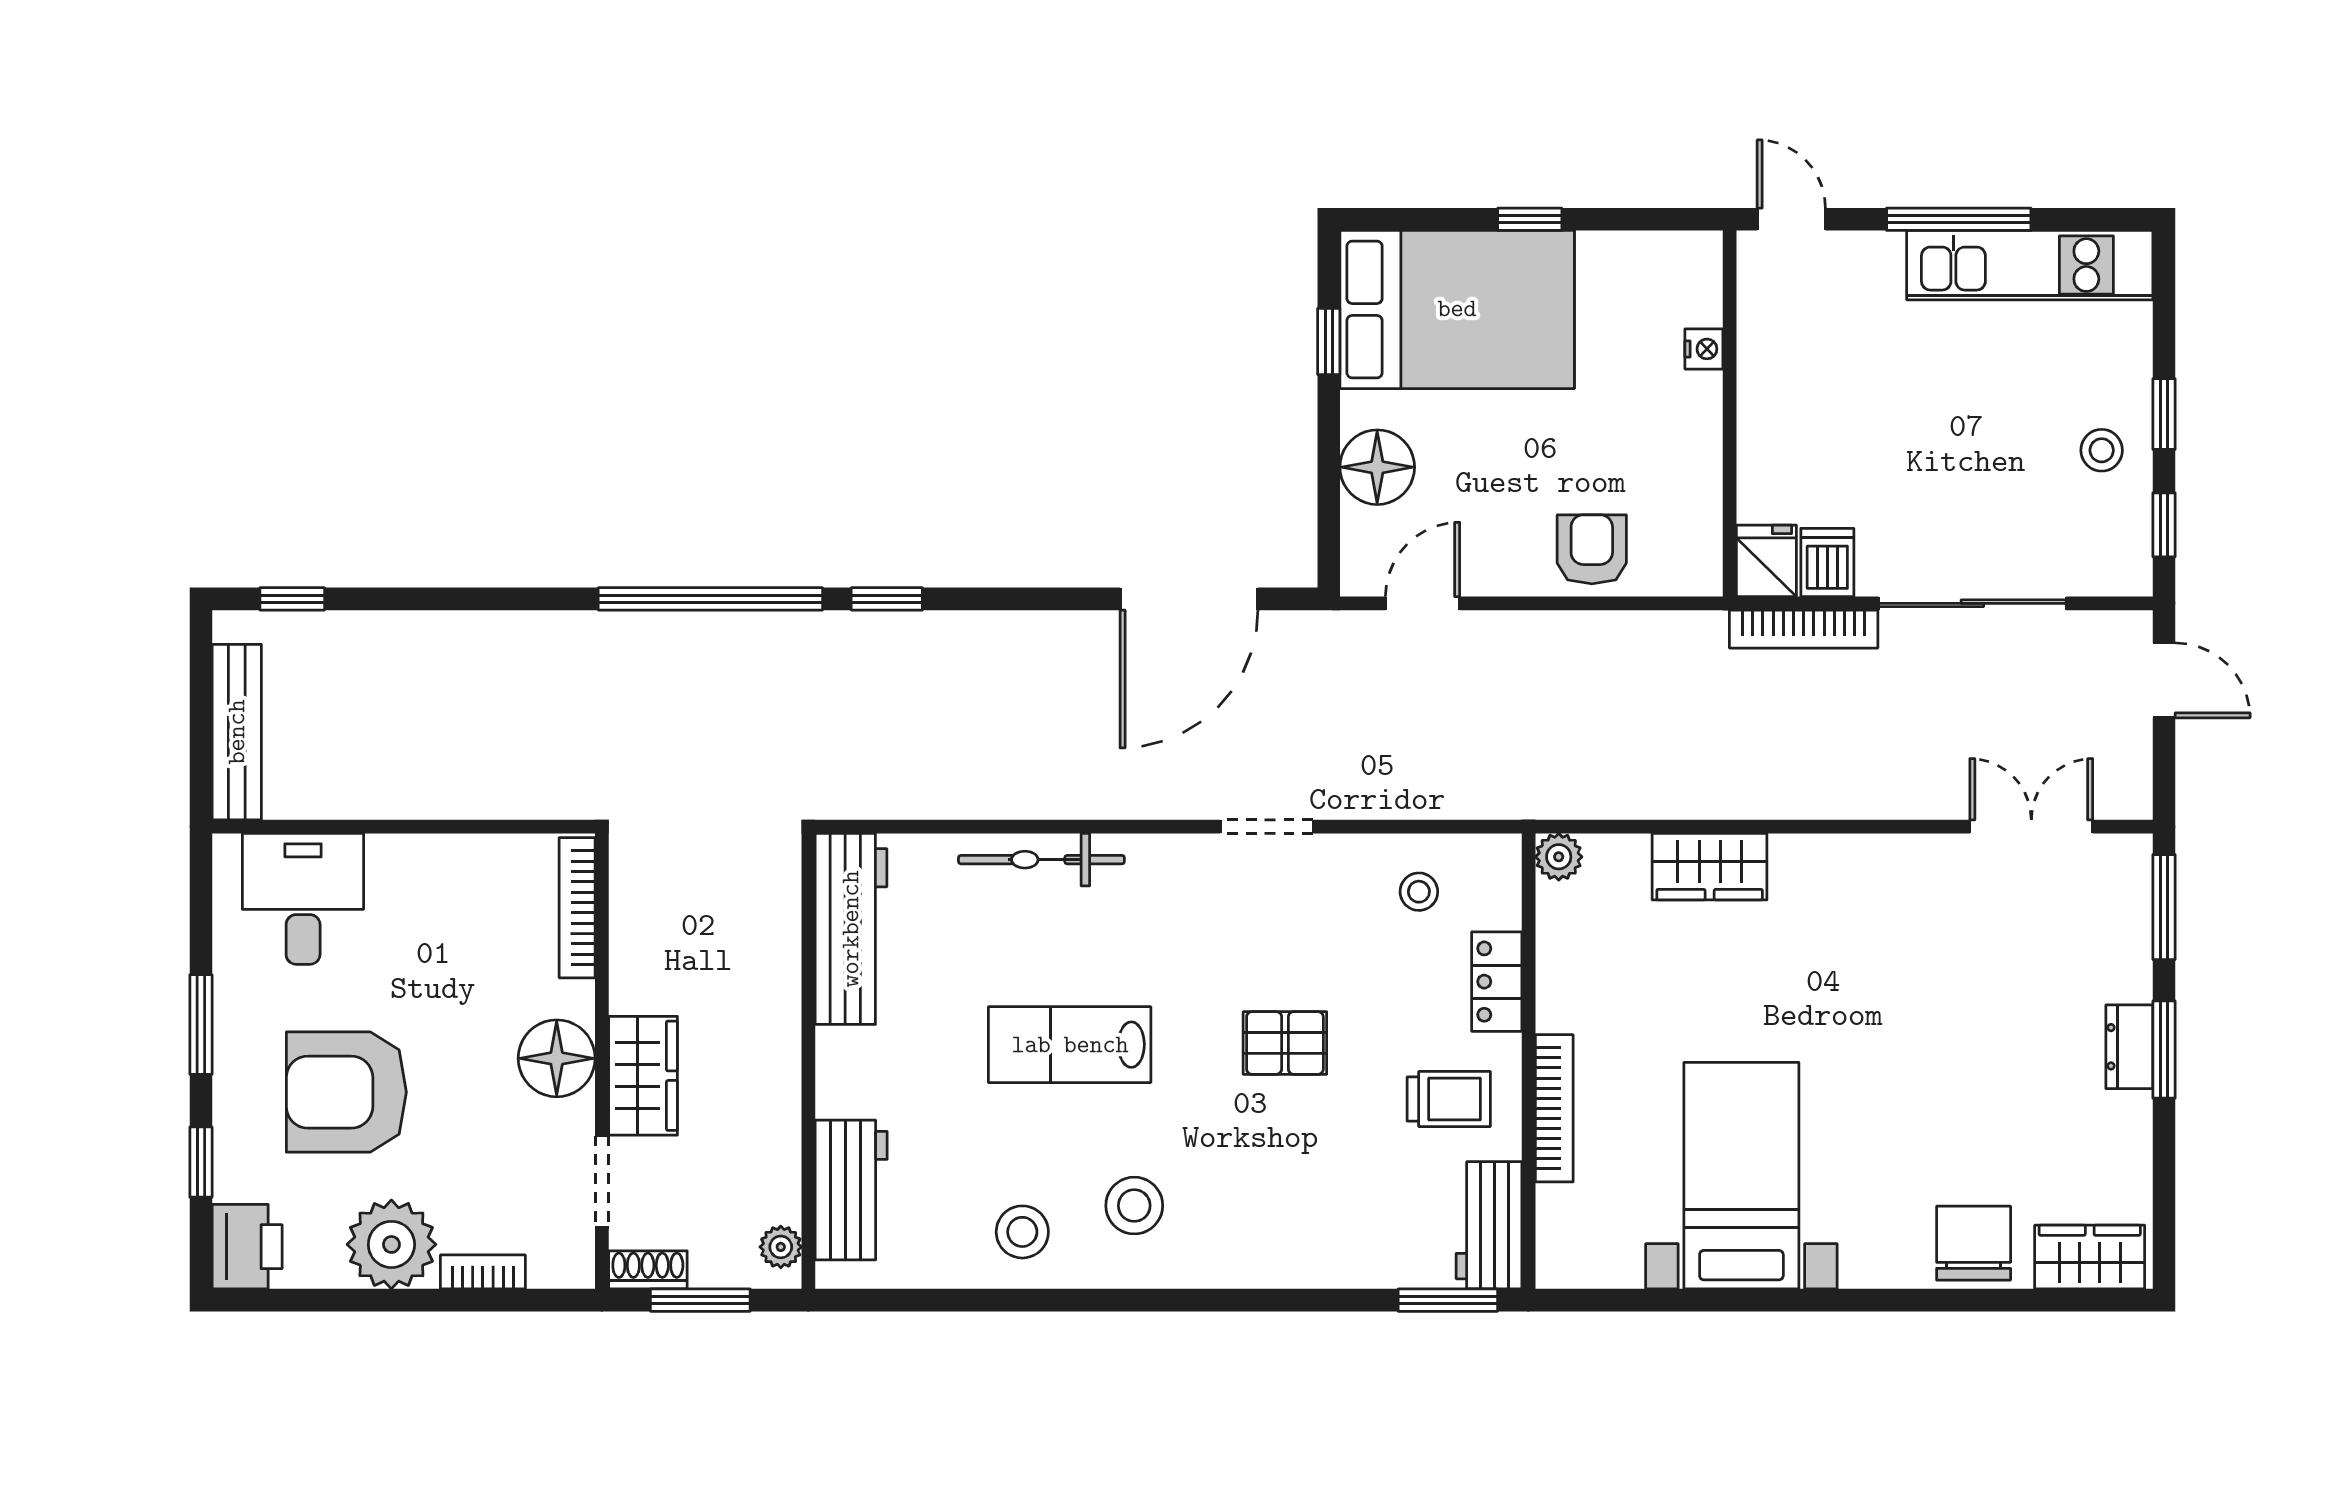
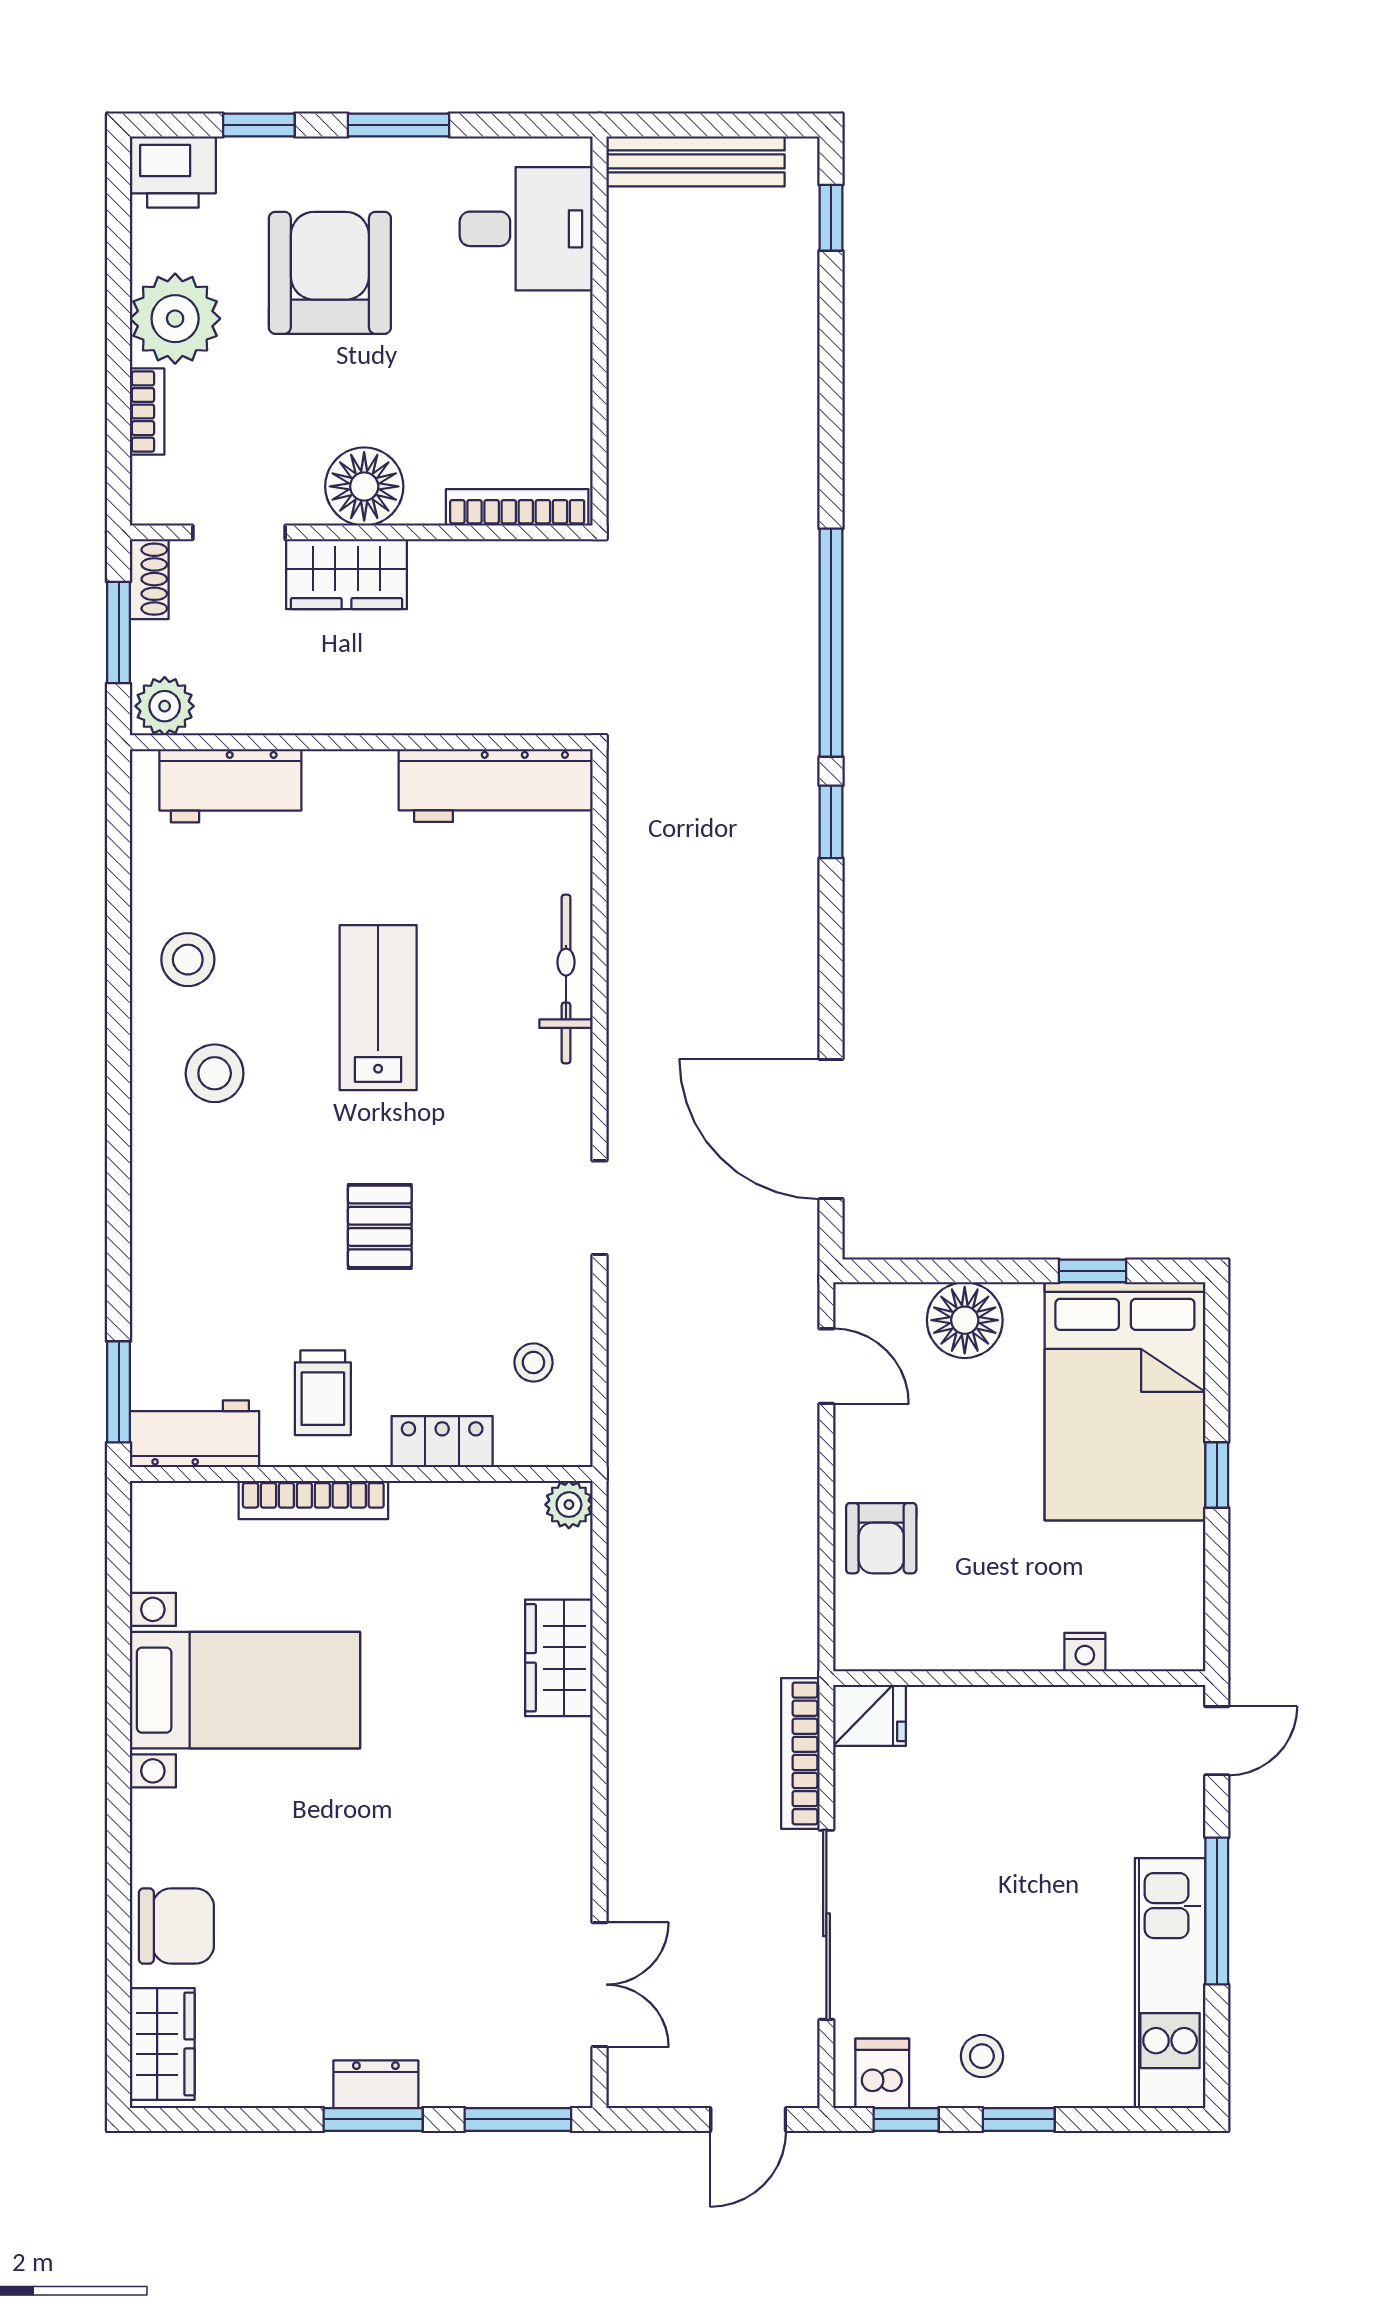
armchair: (1592, 549) -> (881, 1538), turned 90
dishwasher: (1827, 562) -> (882, 2073), moved, turned -90
plant: (781, 1247) -> (165, 706), width x1.38, depth x1.38

